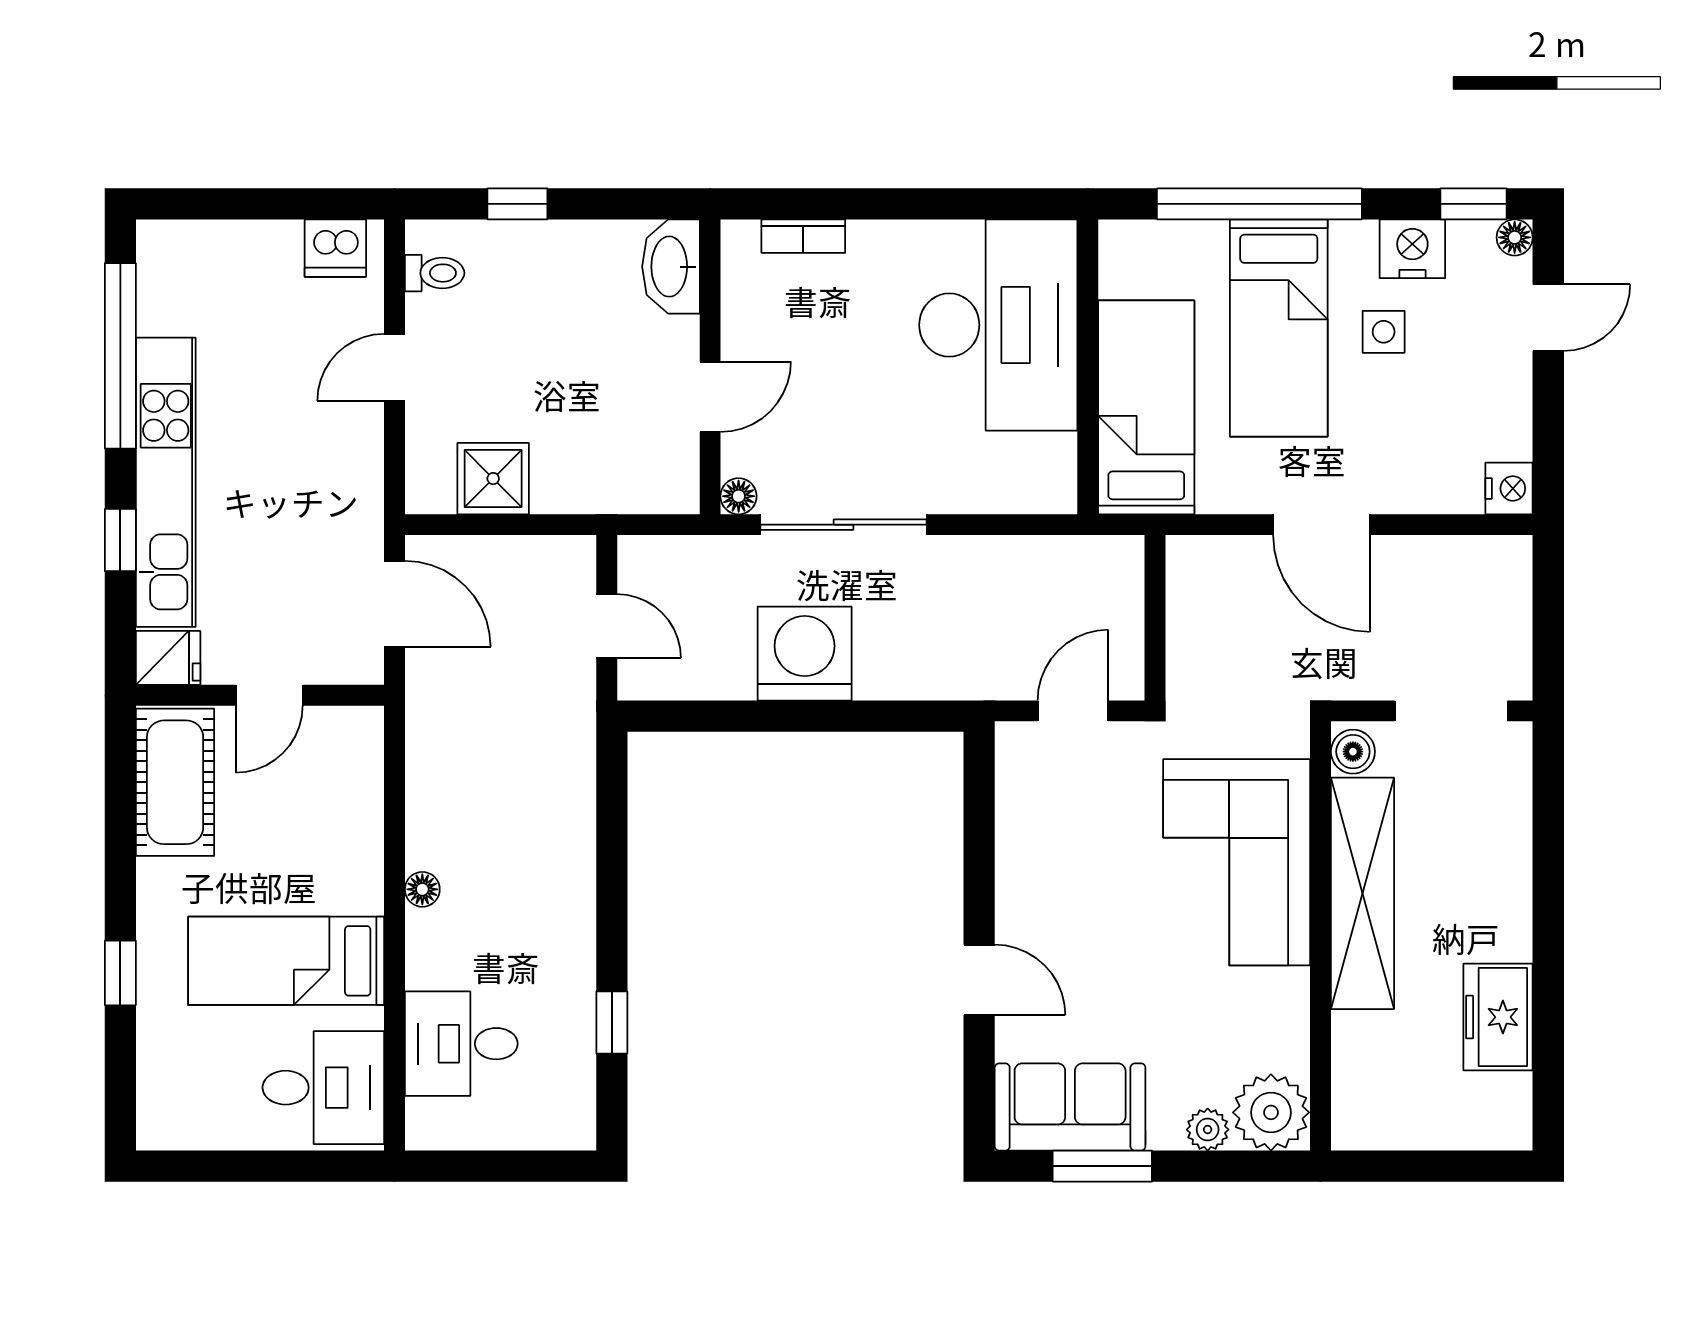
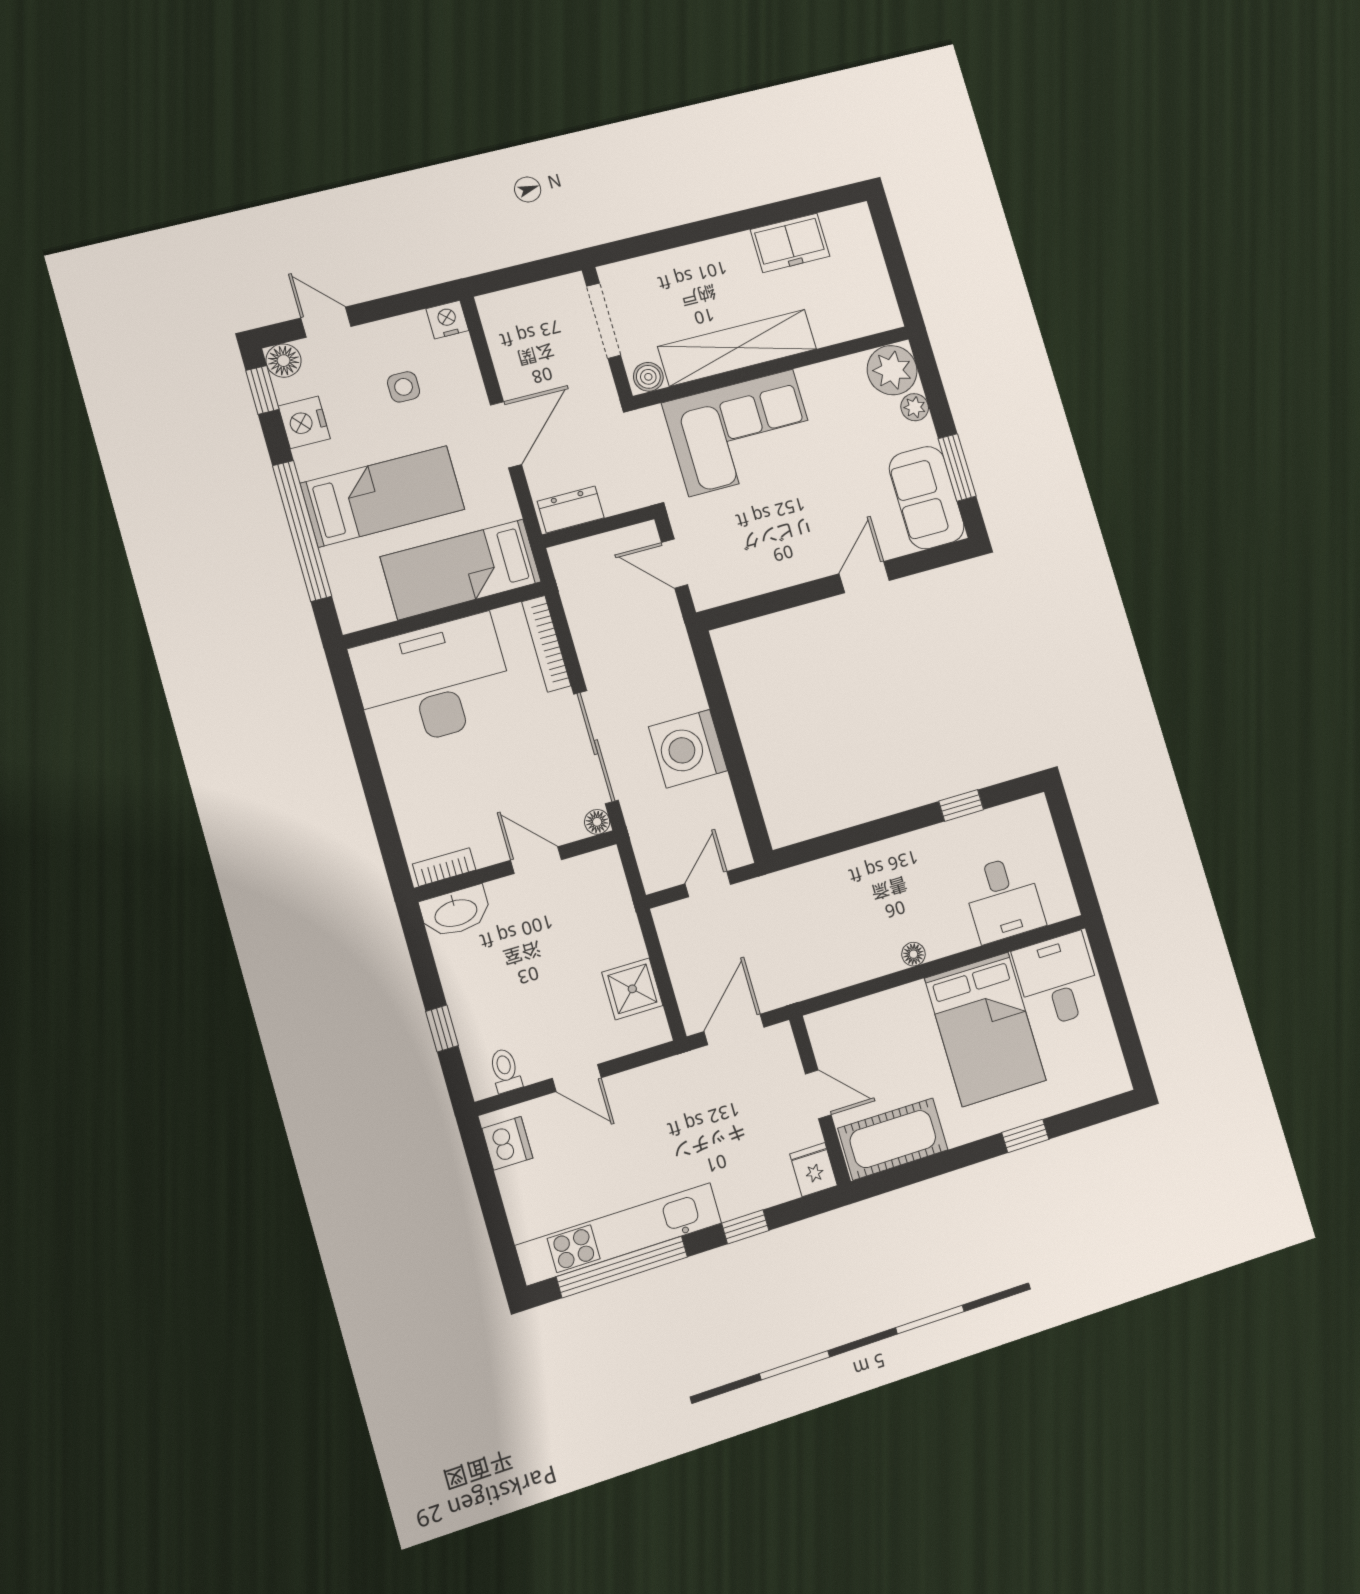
bookcase: (803, 236) -> (444, 867), moved, turned -90
floor lamp: (1515, 237) -> (284, 361), width x1.37, depth x1.37
side table: (1384, 332) -> (404, 387), moved
kitchen unit: (166, 482) -> (619, 1234), moved
bookcase: (1008, 497) -> (546, 644), added
dresser: (1190, 586) -> (571, 510), added
bed: (286, 961) -> (985, 1029), width x1.50

